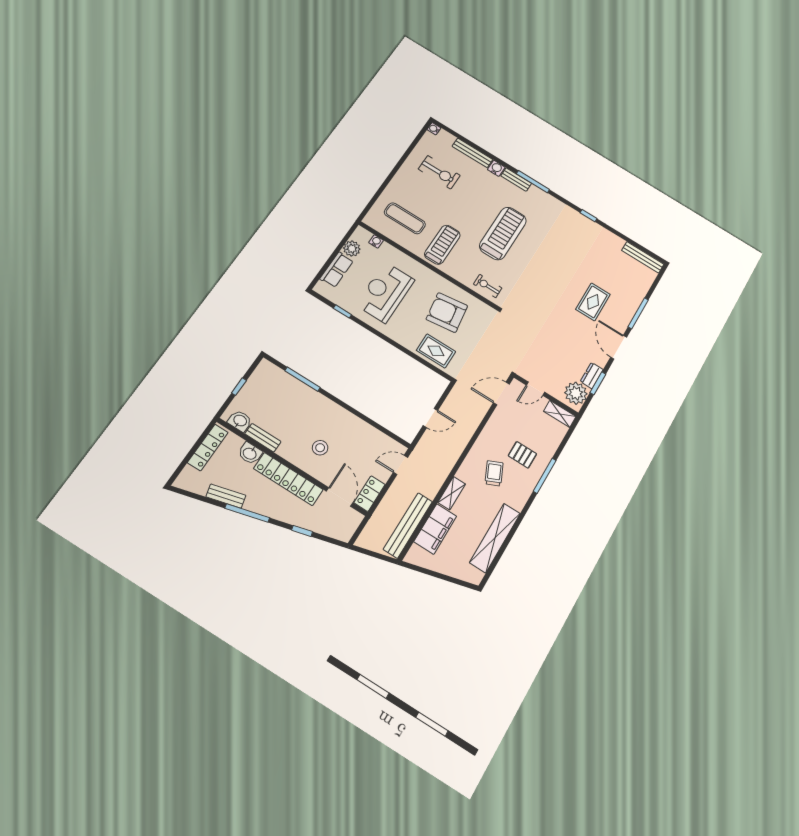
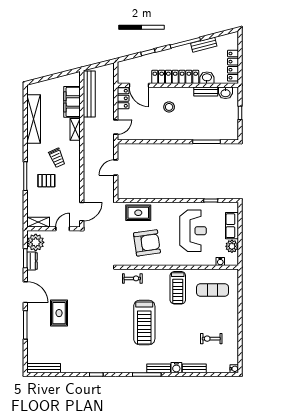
bench: (472, 153) -> (194, 368), width x0.73
exercise bike: (439, 172) -> (211, 339), width x0.73, depth x0.72

